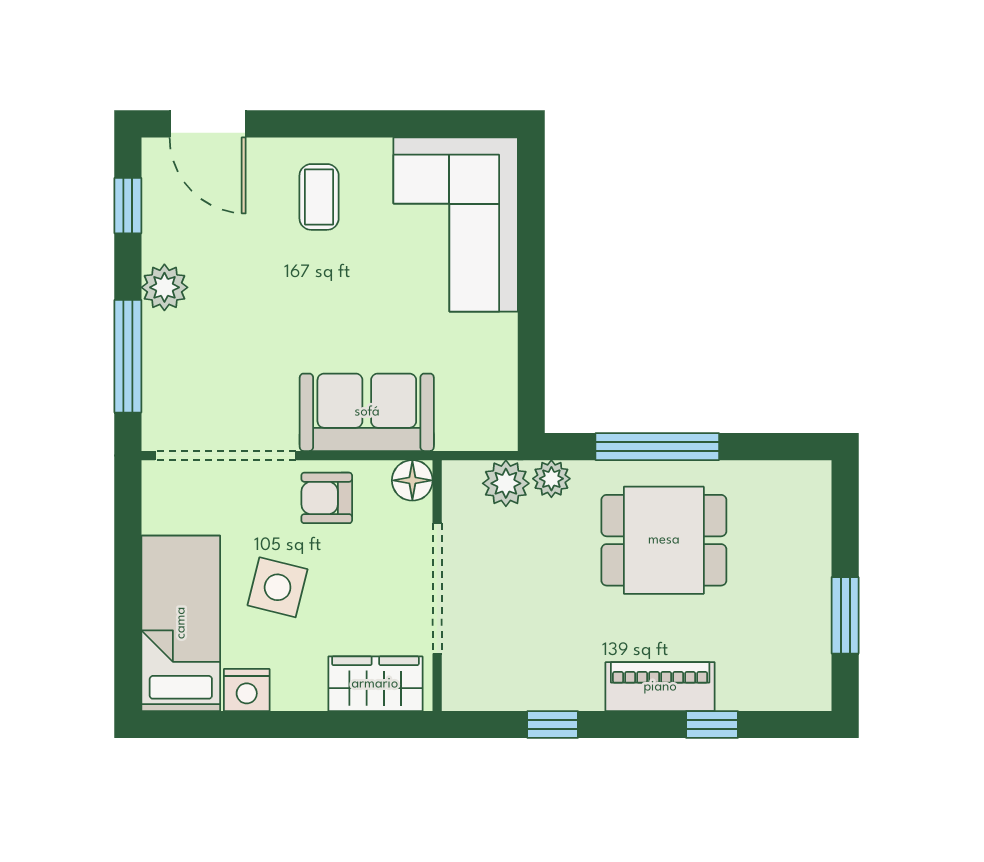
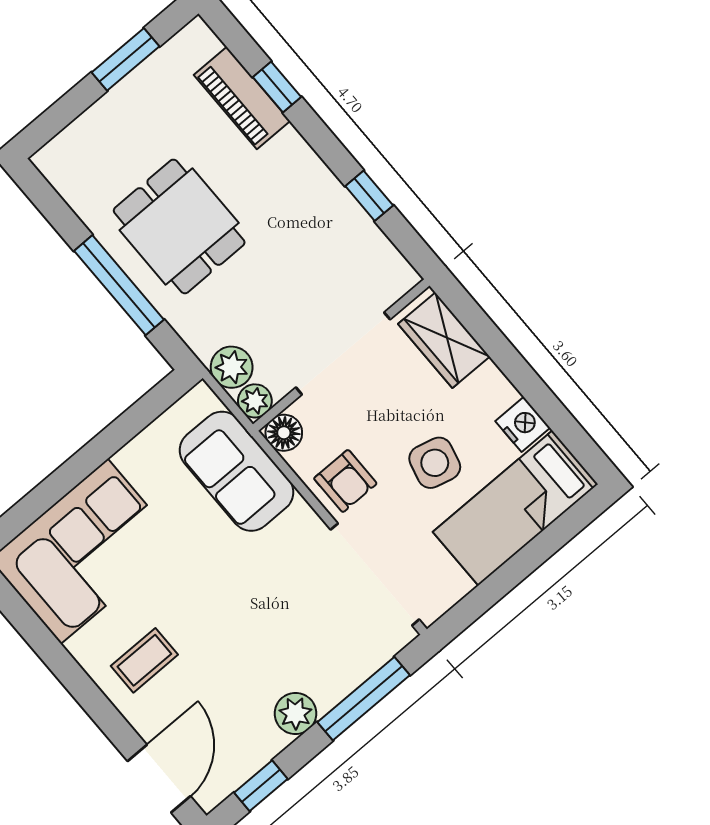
sofa: (367, 412) -> (237, 471), moved
plant: (551, 479) -> (255, 401), moved
piano: (660, 687) -> (242, 98), moved

